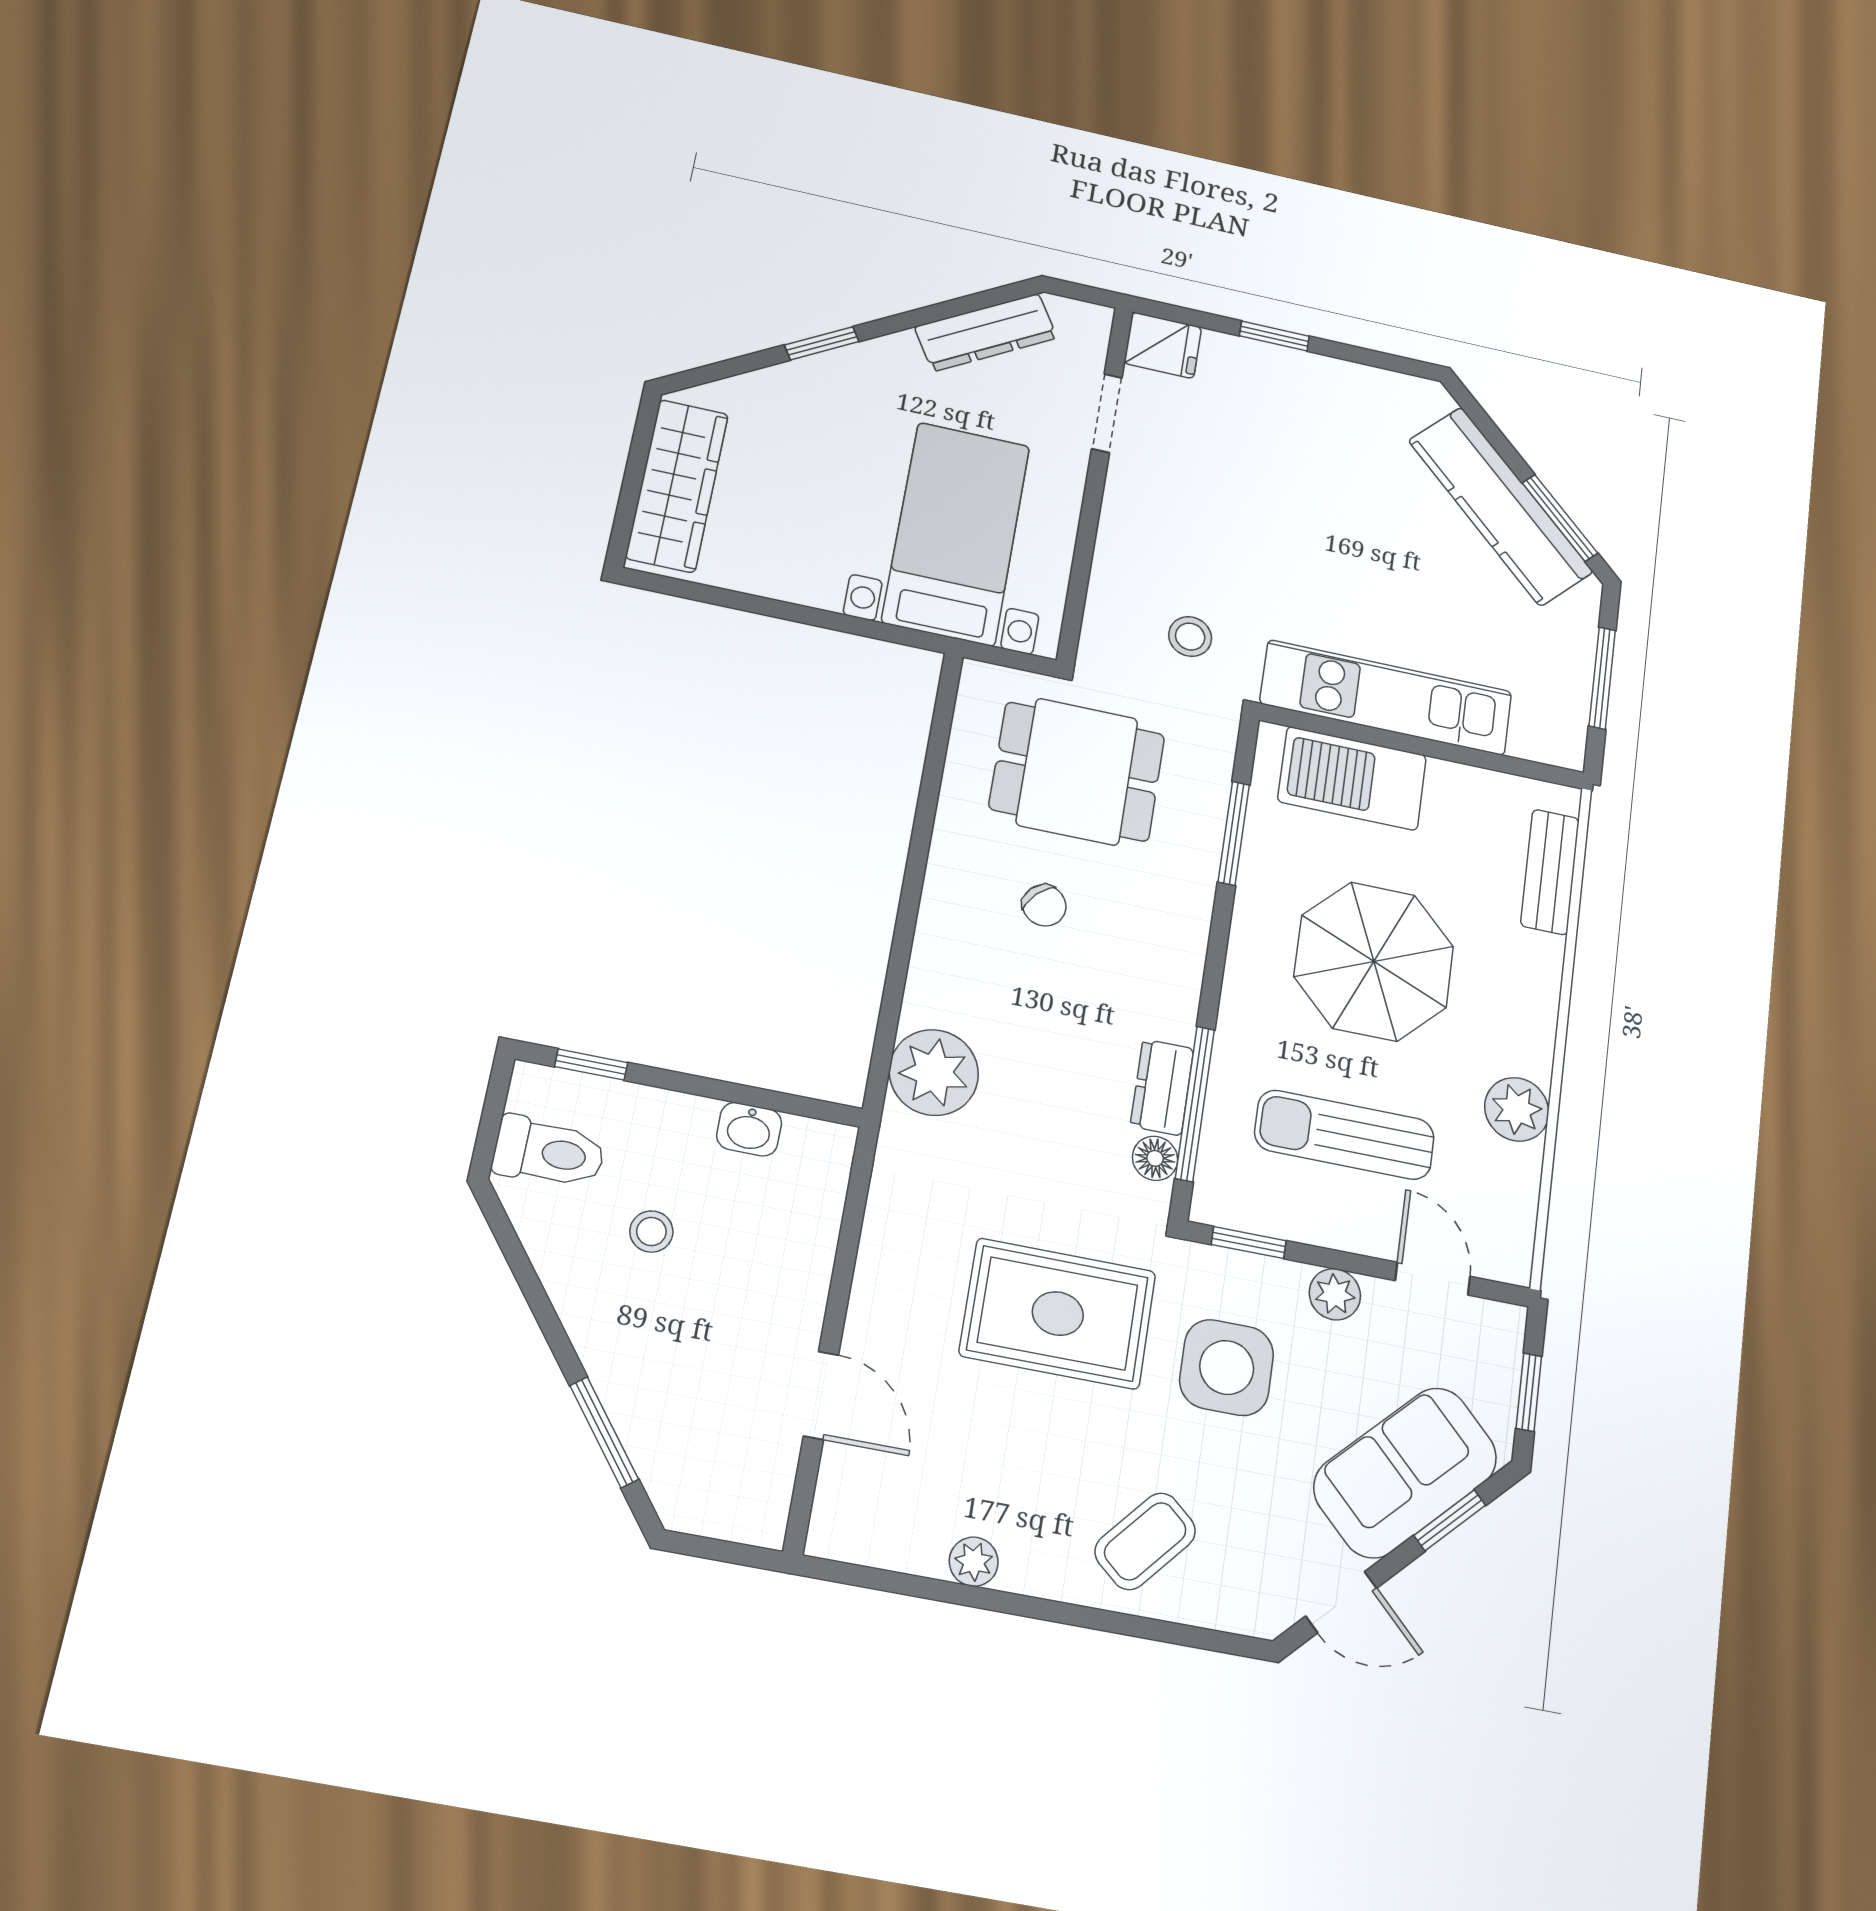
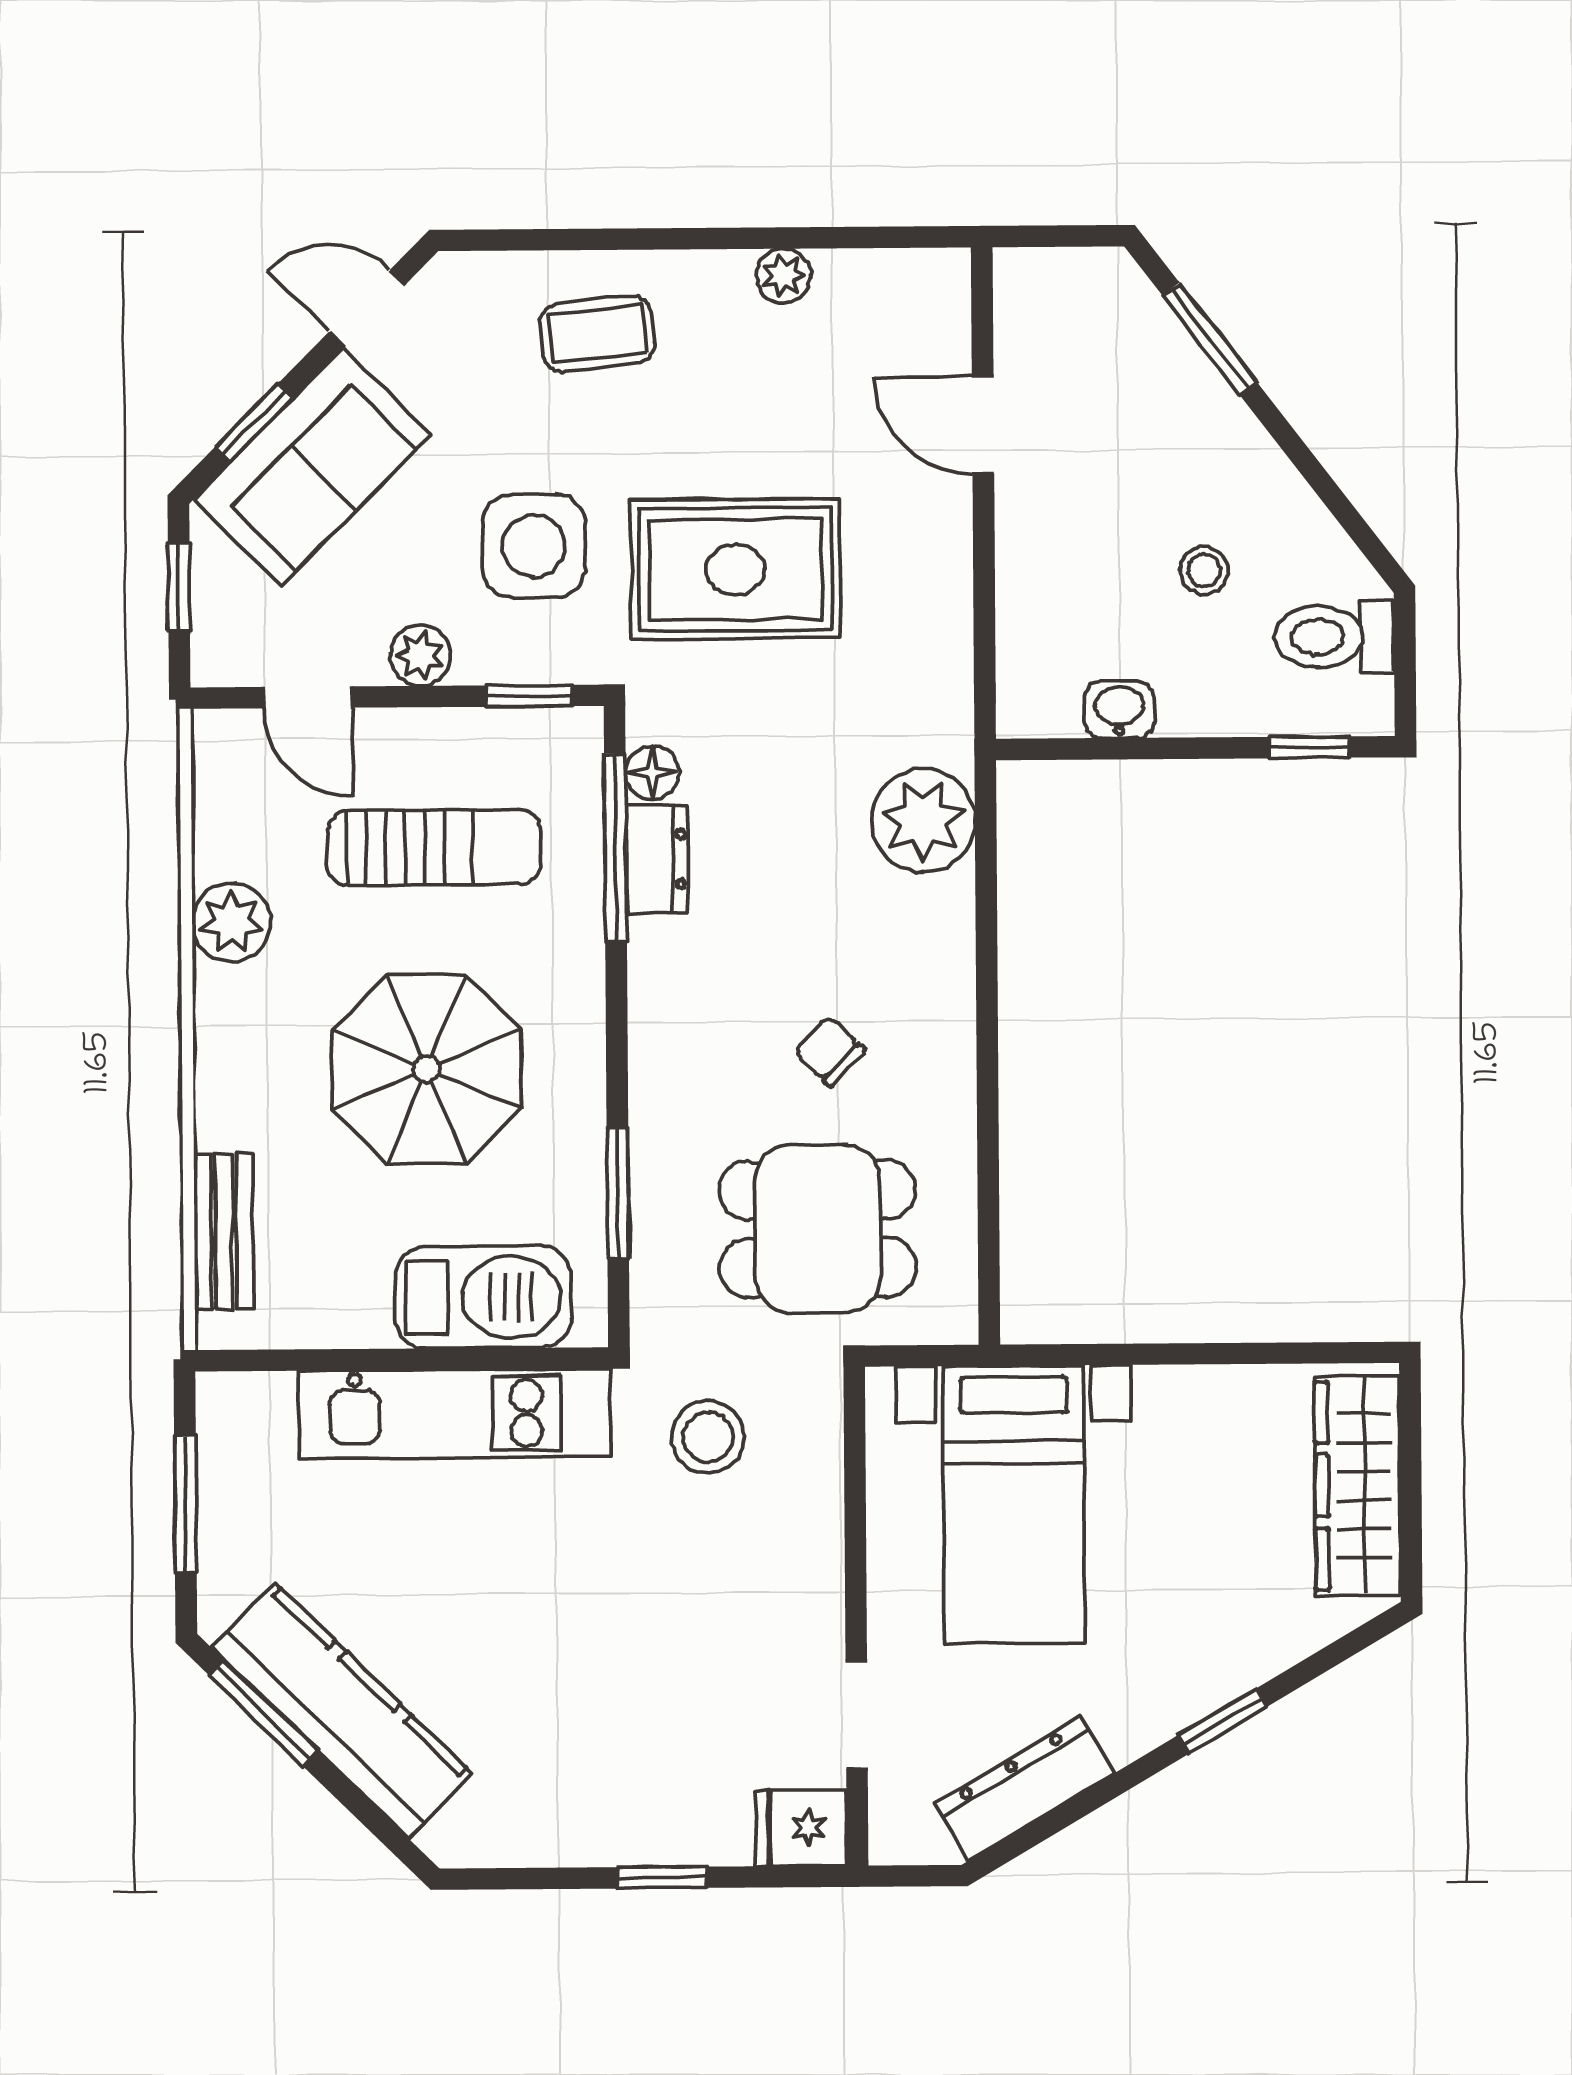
stool: (1190, 637) -> (708, 1437), width x1.37, depth x1.37
coffee table: (1145, 1541) -> (597, 334), turned 43

